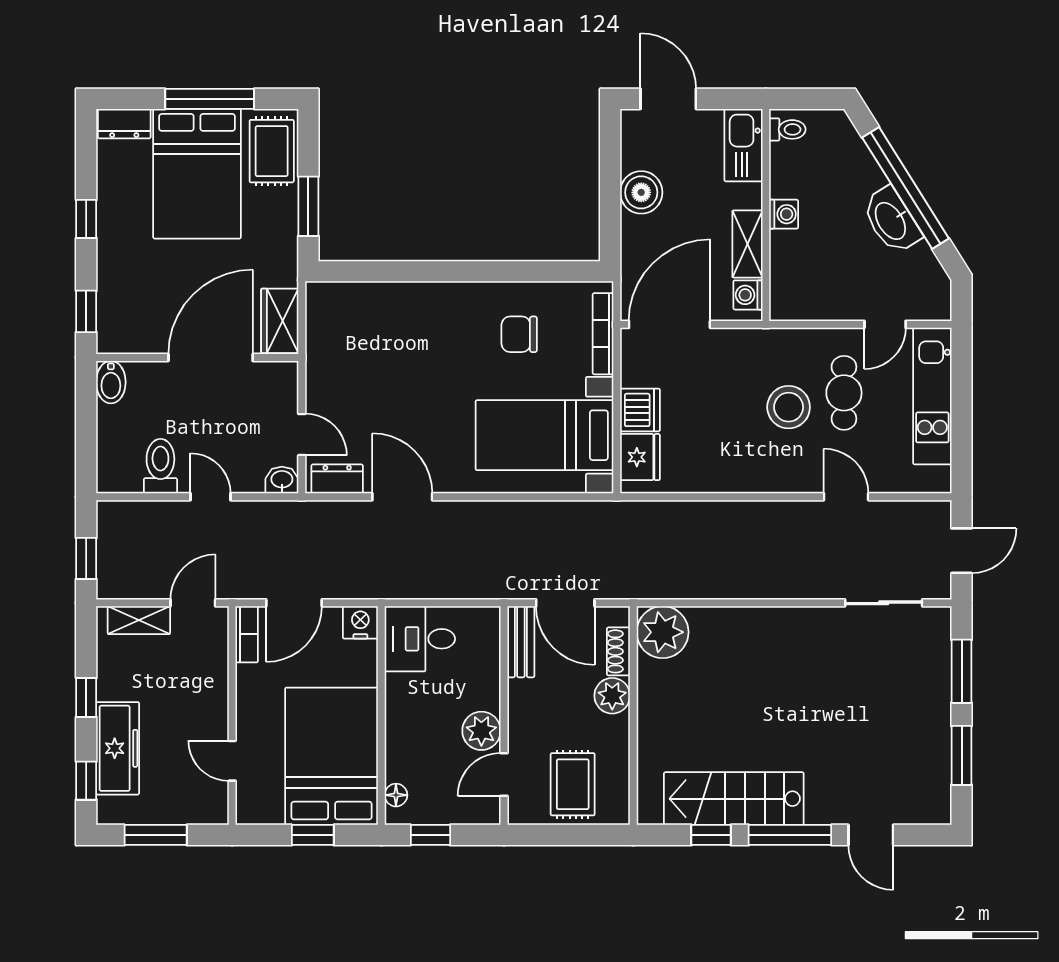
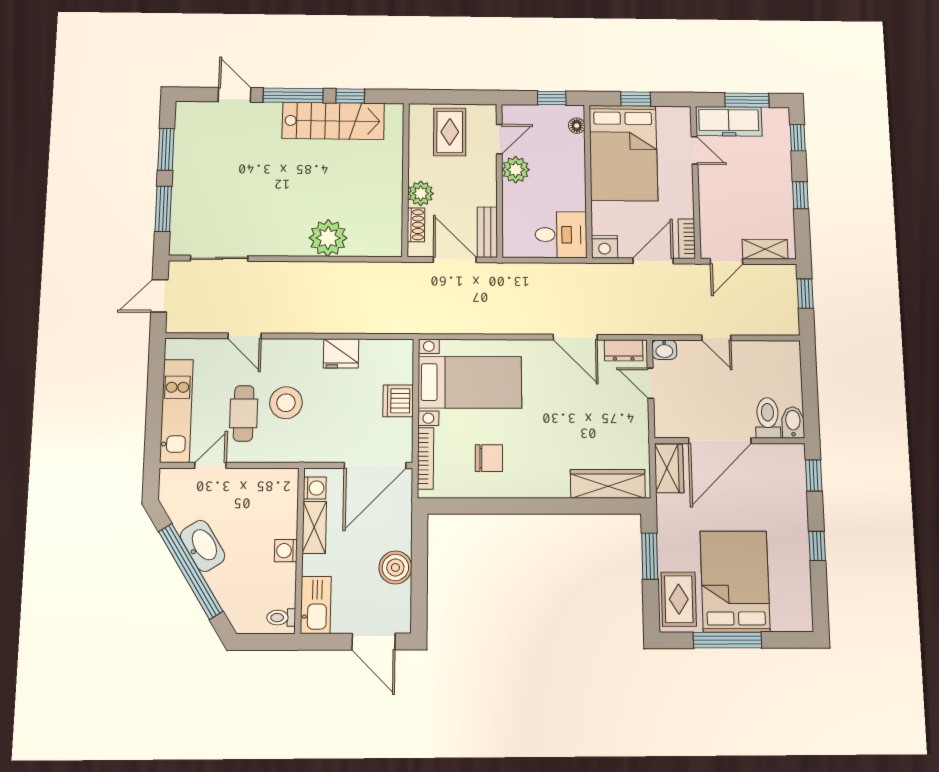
dresser: (124, 124) -> (792, 620), removed
wardrobe: (362, 300) -> (608, 484), added
fridge: (640, 457) -> (341, 353), moved, turned -90
toilet: (160, 466) -> (768, 418), moved, turned 180
plant: (663, 632) -> (328, 238), moved
freezer: (118, 748) -> (729, 121), moved, turned -90

